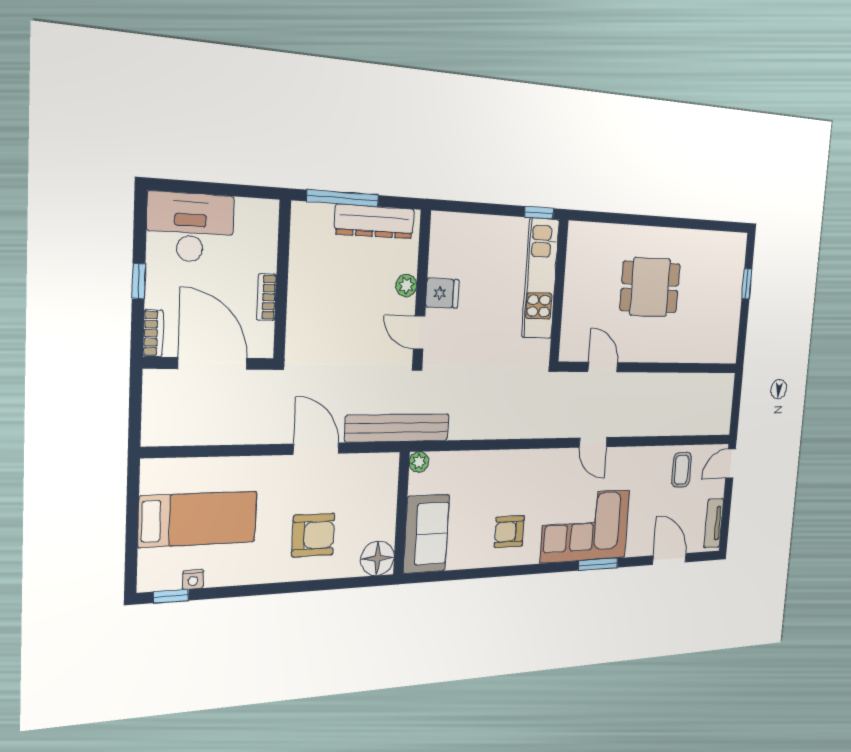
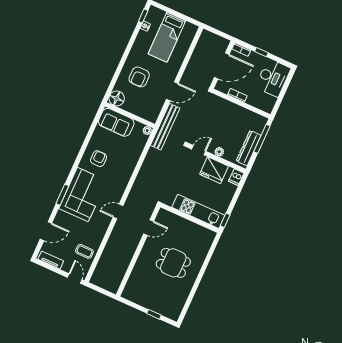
dishwasher: (446, 225) -> (236, 177), added
dining table: (650, 287) -> (173, 263), turned 90
fridge: (442, 293) -> (214, 170), width x1.88, depth x1.34

